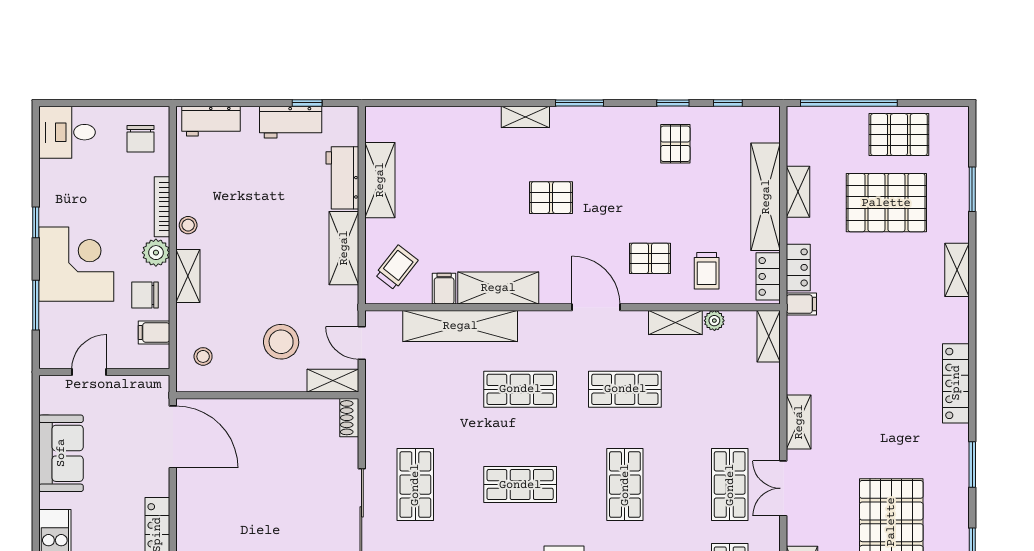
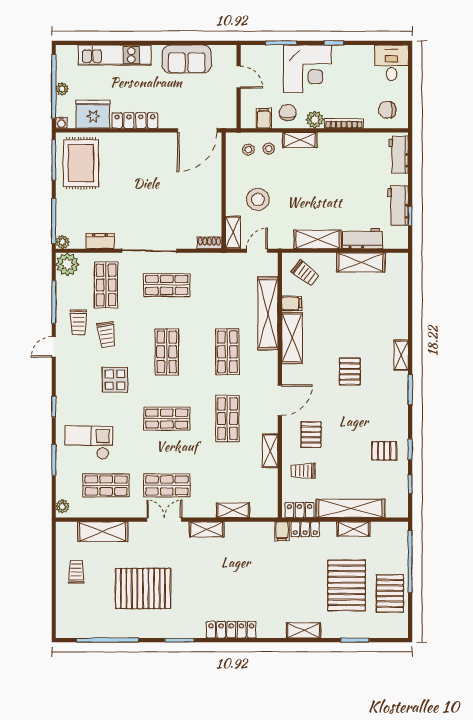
stool: (188, 225) -> (269, 149), moved
plant: (714, 321) -> (271, 476), removed
shelving: (769, 336) -> (233, 510), moved

